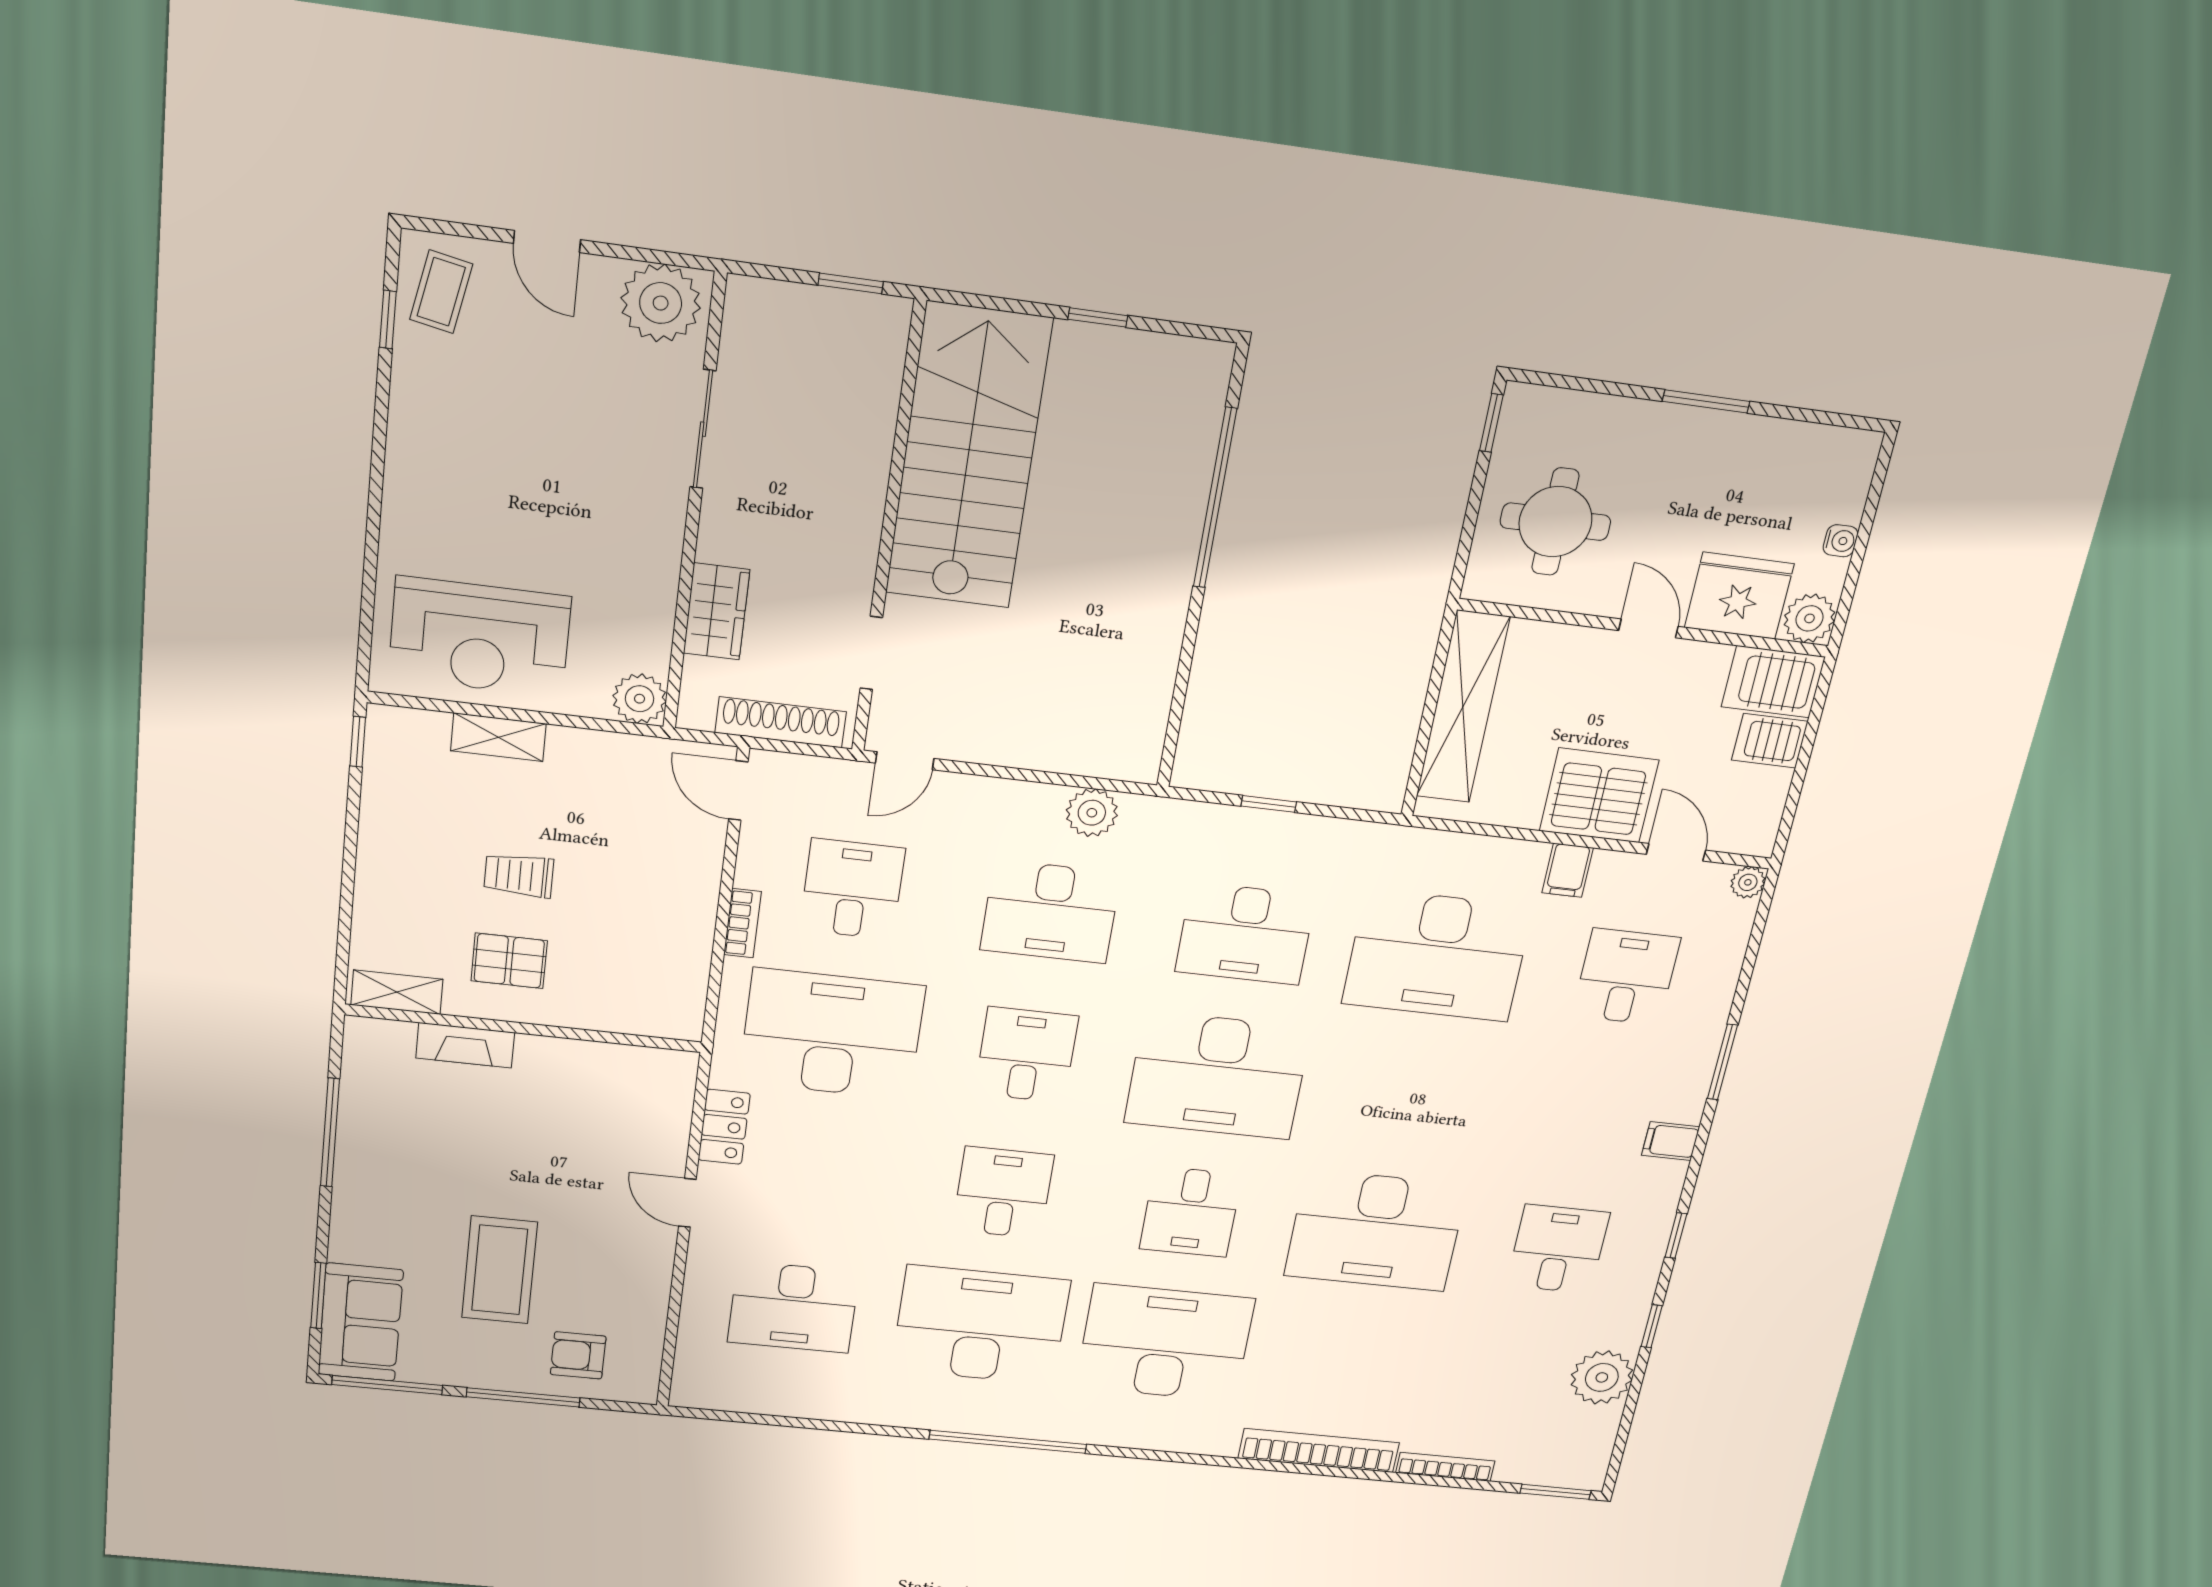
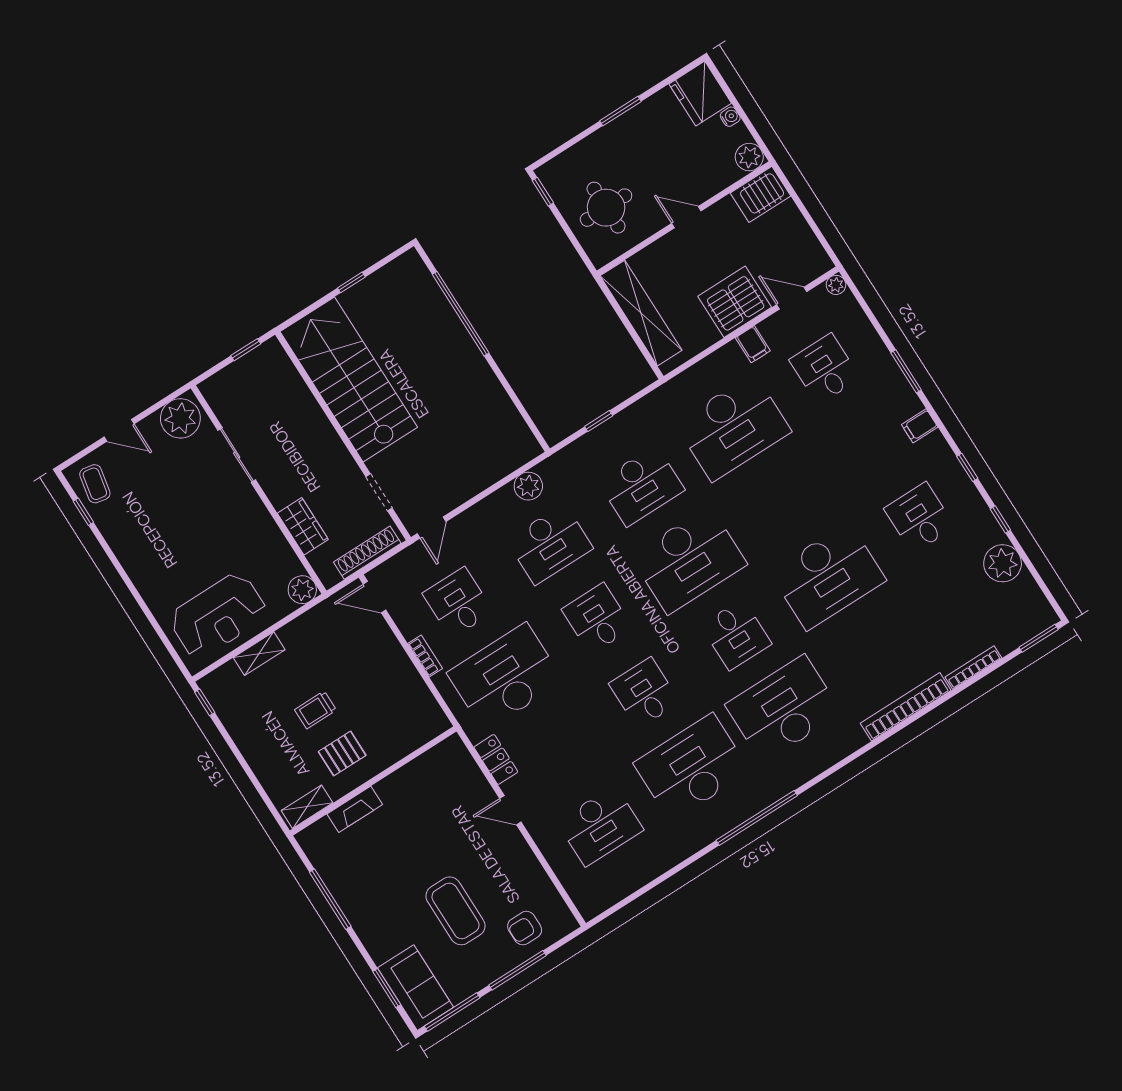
fridge: (1739, 596) -> (700, 94), moved, turned -90
server rack: (1770, 741) -> (784, 219), removed

